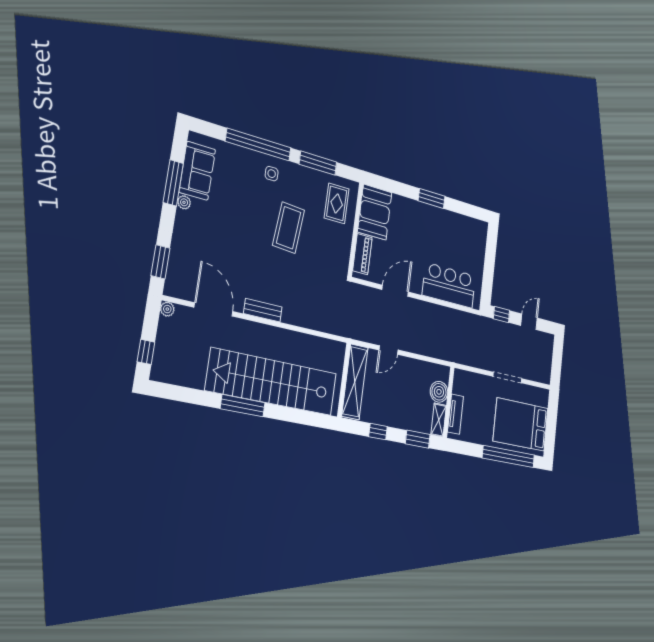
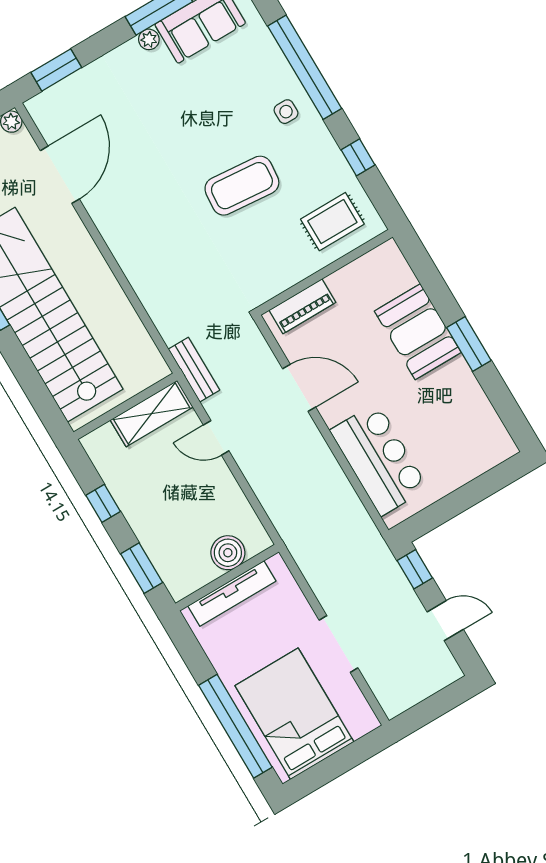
window: (318, 163) -> (358, 157), width x0.46
booth: (375, 212) -> (418, 332), moved, turned 90
bench: (263, 310) -> (194, 370), moved
shelving: (355, 382) -> (152, 414), width x0.68
tv unit: (456, 414) -> (232, 594), width x1.41
shelving: (439, 420) -> (192, 580), removed

